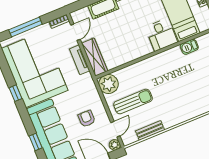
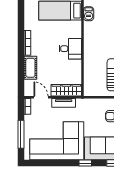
desk: (161, 35) -> (70, 49), moved
plant: (108, 84) -> (92, 88), removed
window: (15, 93) -> (85, 163), moved

